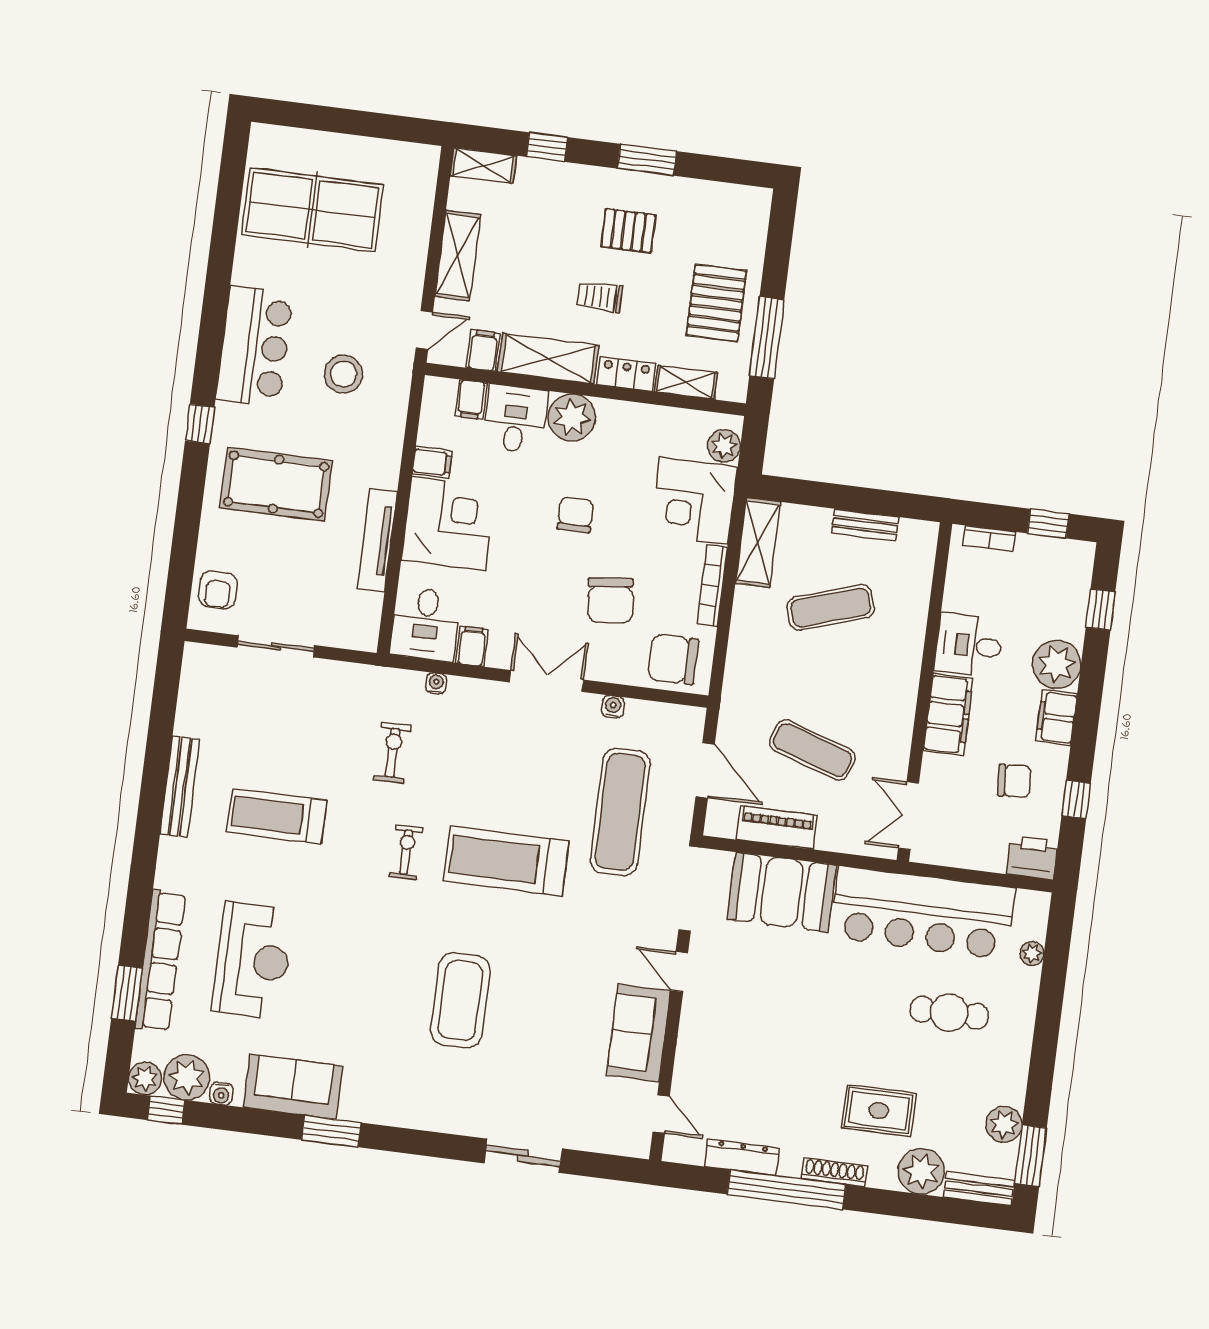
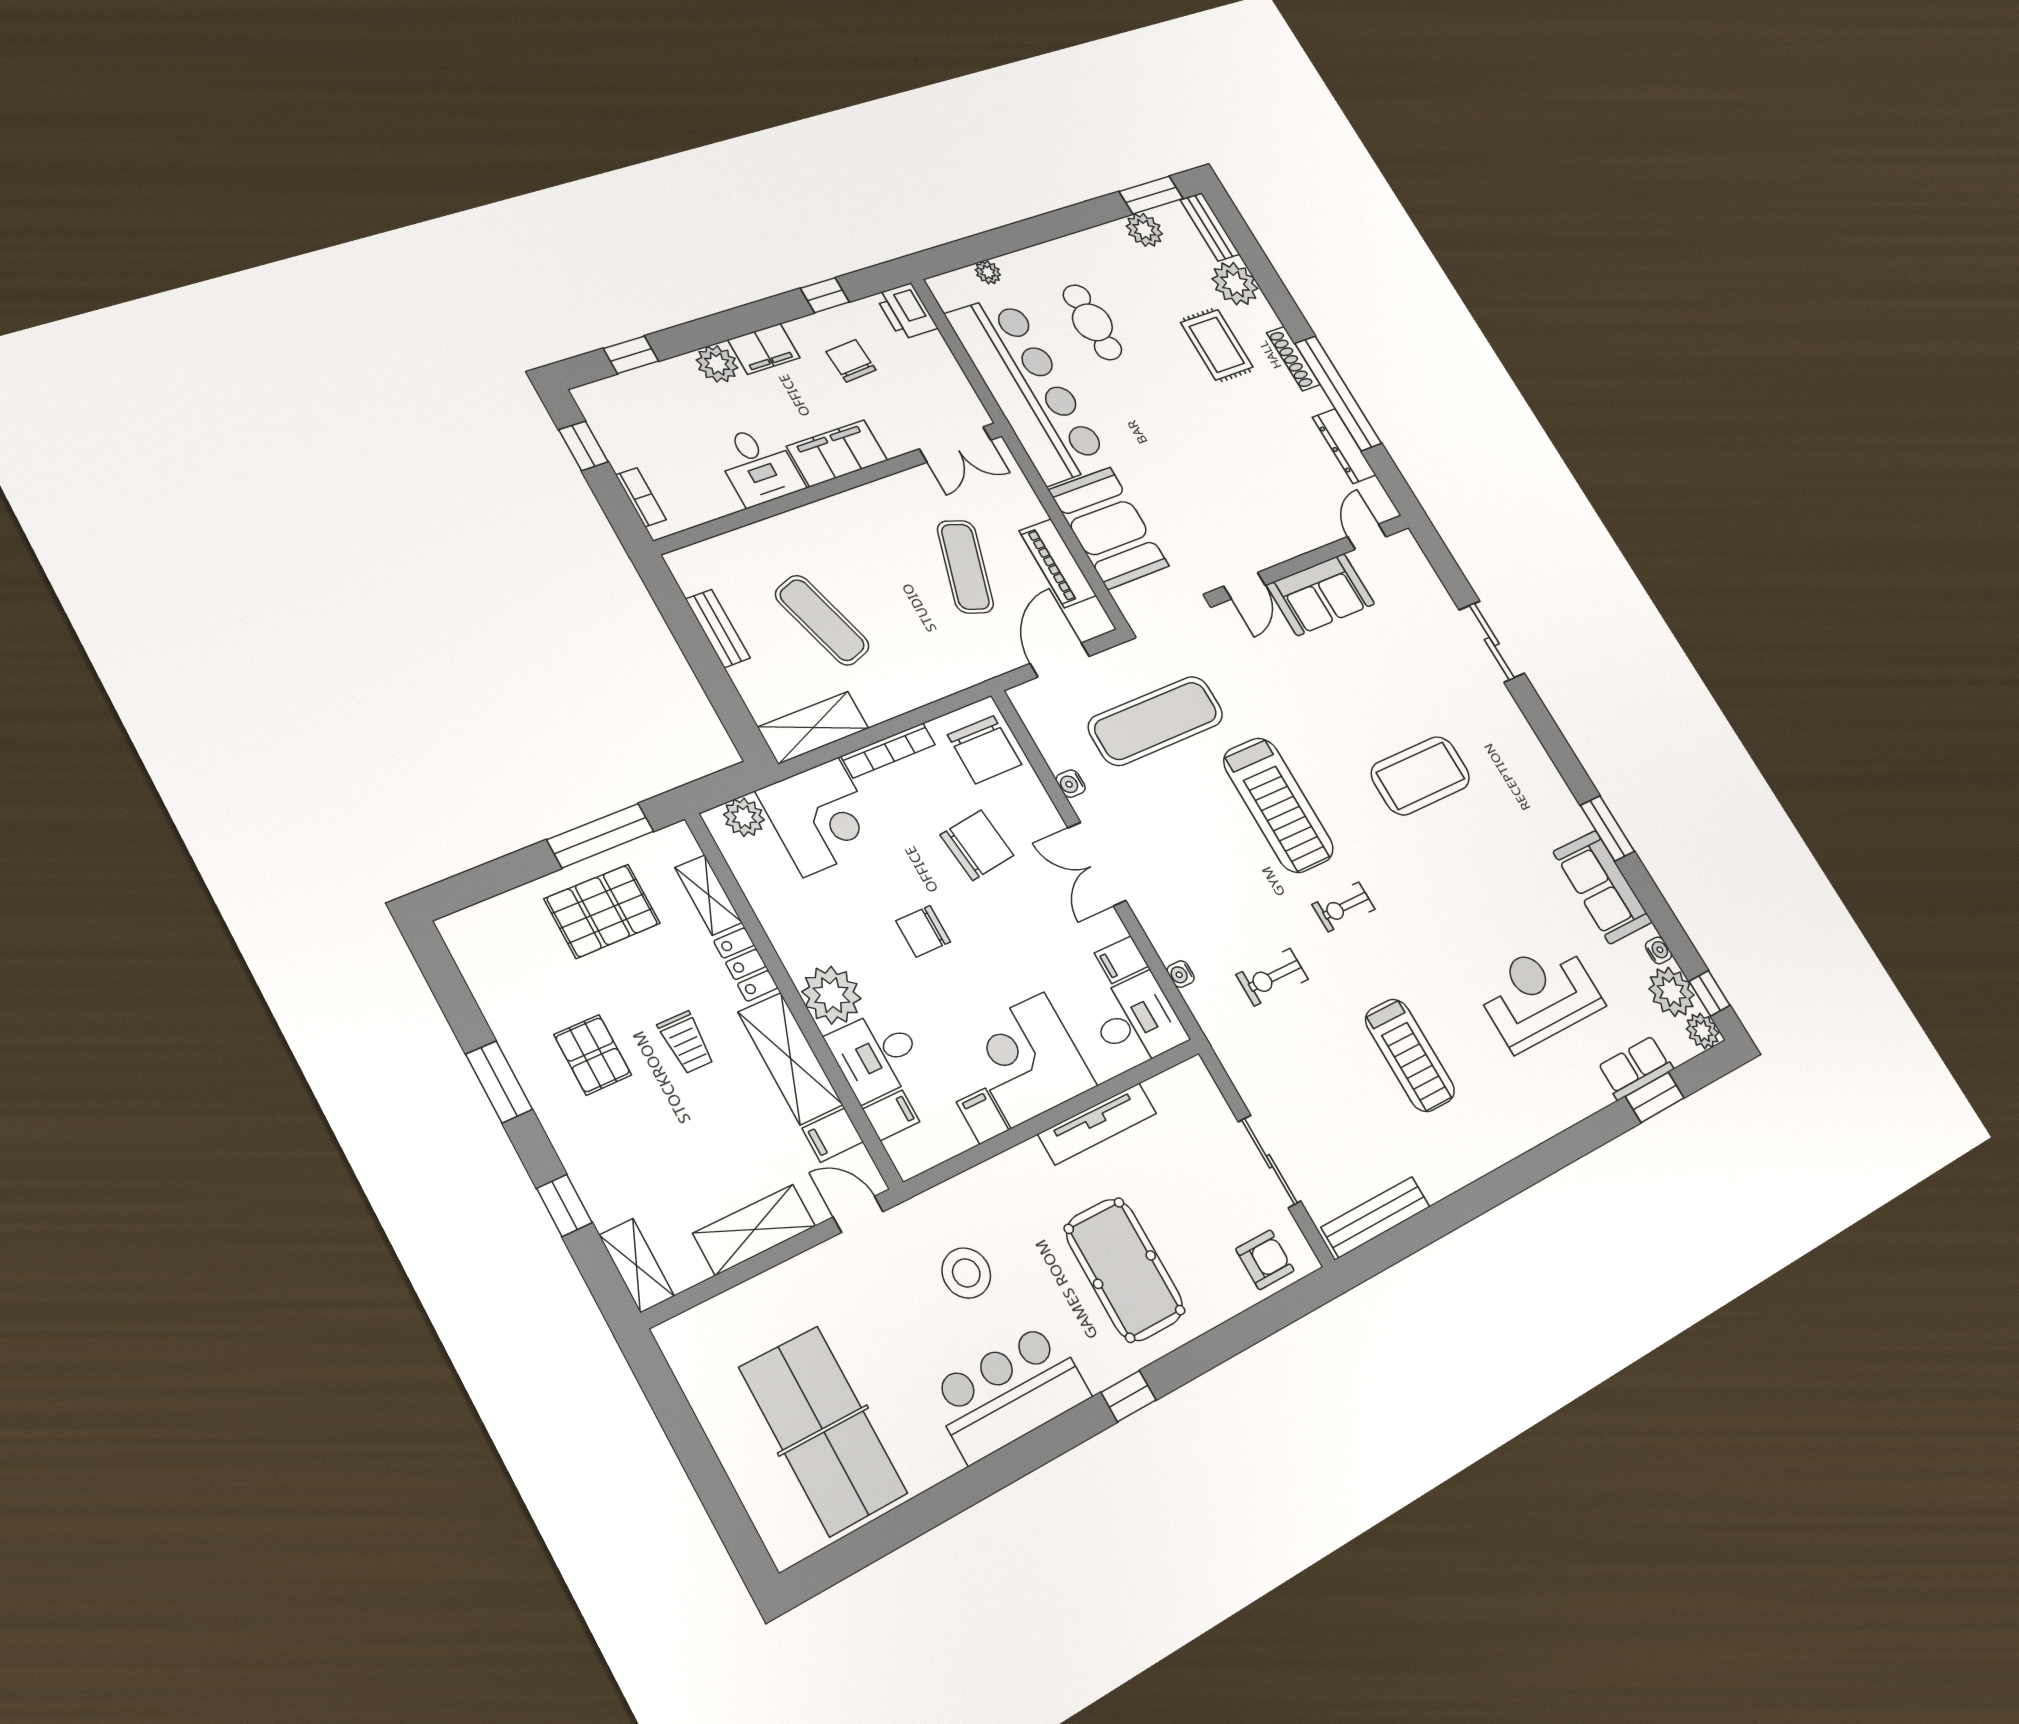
plant: (1057, 664) -> (717, 364), width x0.73, depth x0.73
bench: (180, 787) -> (1376, 1217), moved
row of seats: (160, 961) -> (1636, 1068), width x0.50

